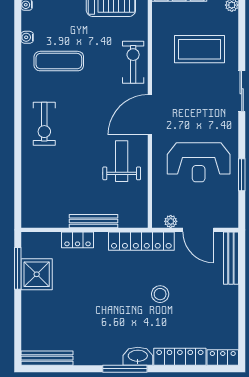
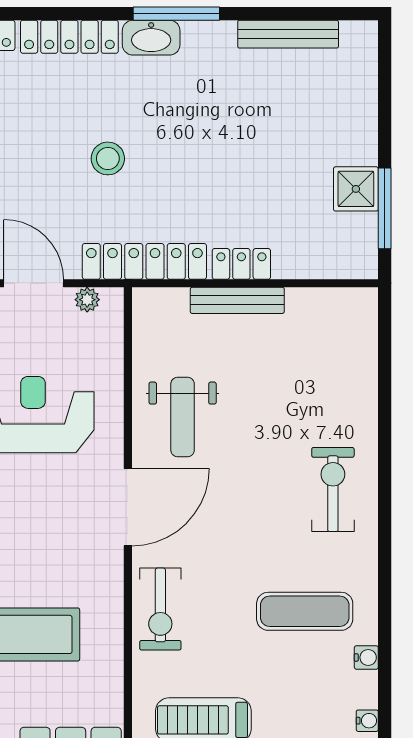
locker: (78, 240) -> (241, 264), moved
shower: (37, 274) -> (356, 189), width x0.73, depth x0.73
bench: (47, 358) -> (288, 34), moved

